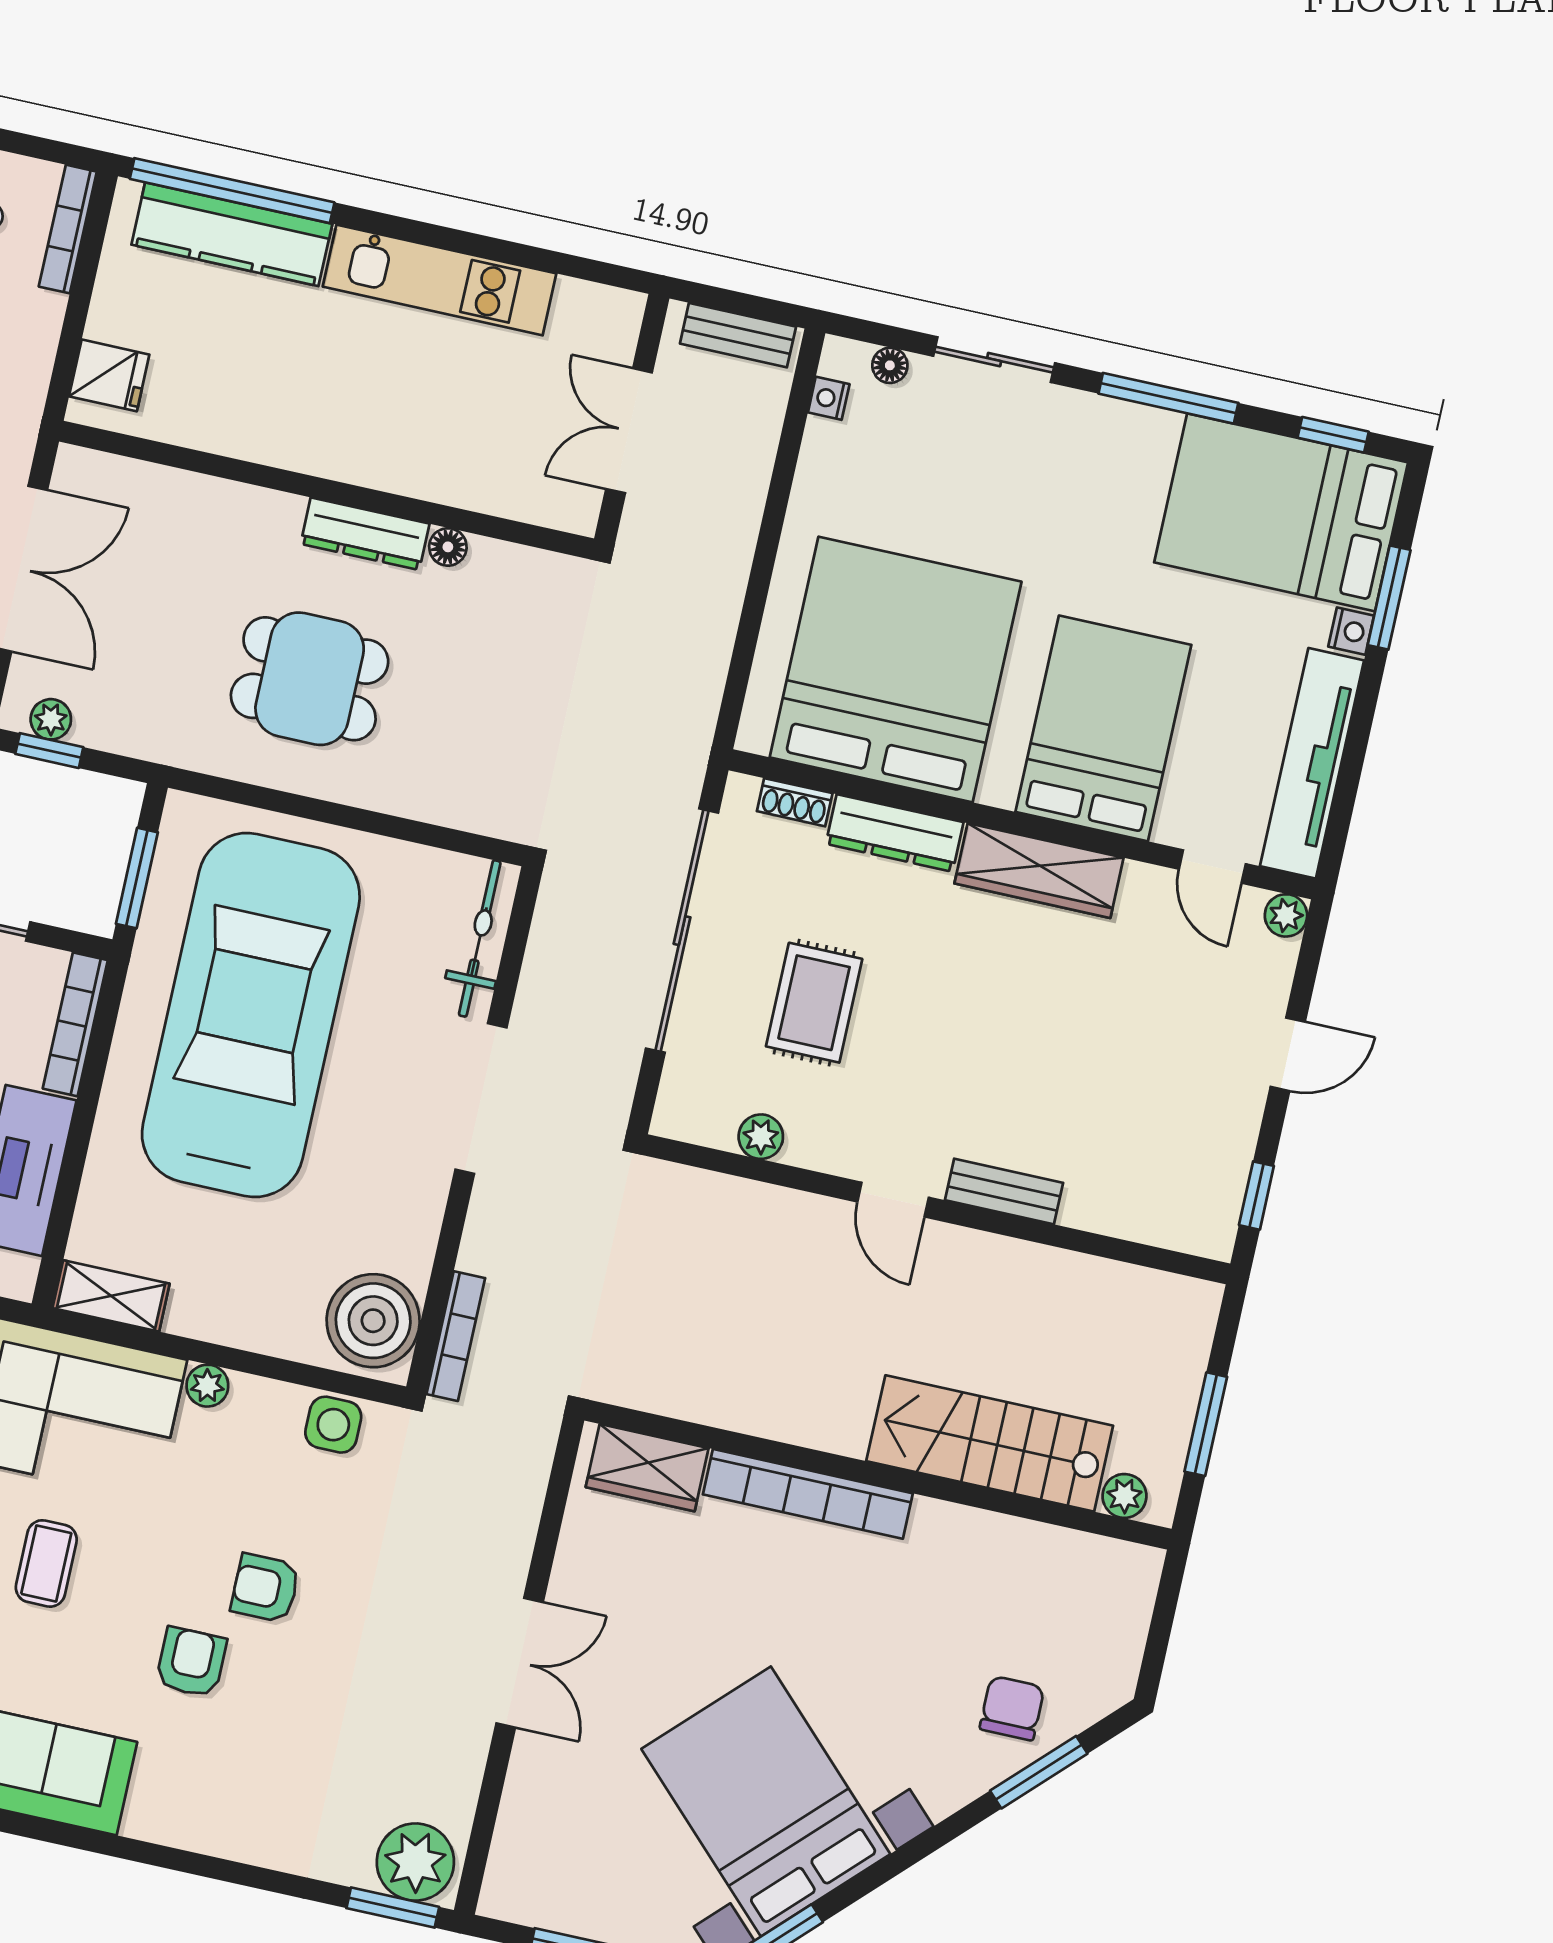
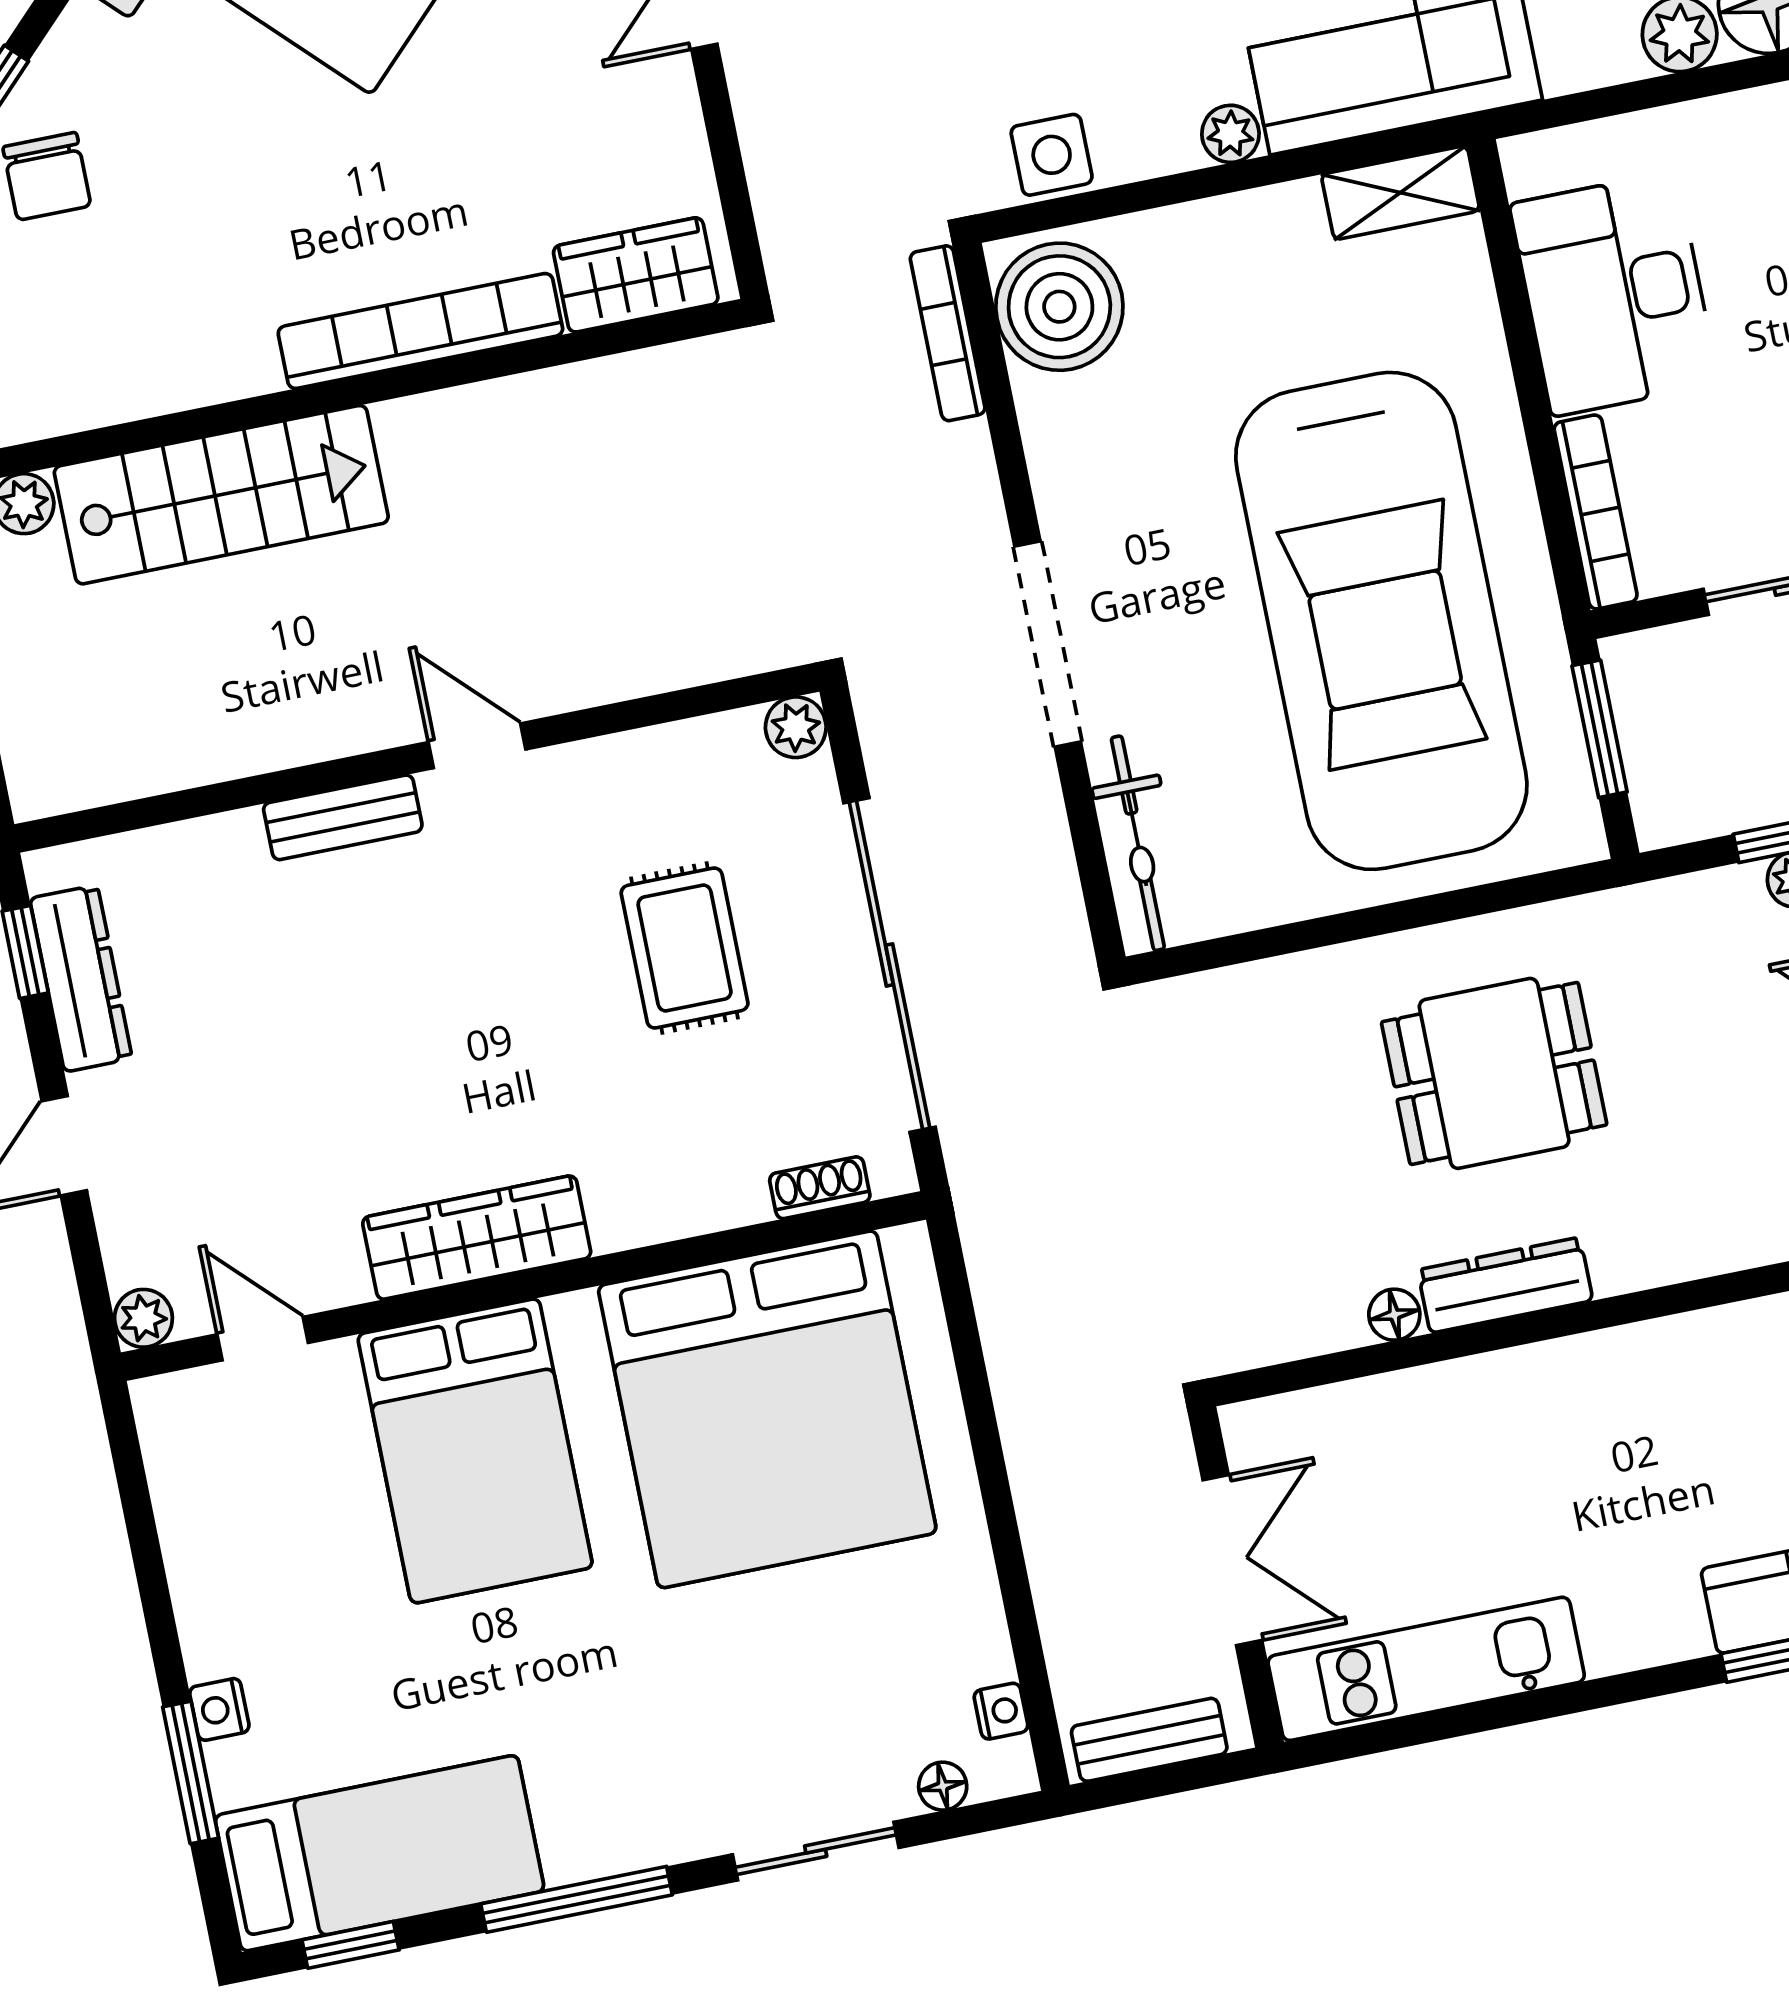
kitchen unit: (440, 280) -> (1426, 1669), moved
bed: (1281, 512) -> (380, 1853), width x0.67
tv unit: (1312, 763) -> (195, 1523), removed
dresser: (895, 833) -> (81, 978), moved, turned 90
plant: (761, 1137) -> (796, 727), moved

